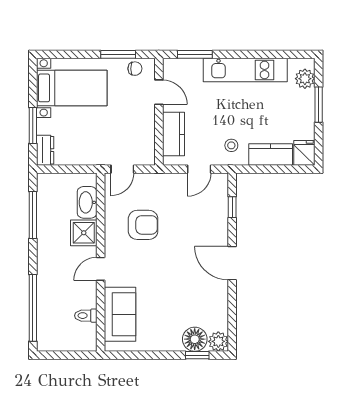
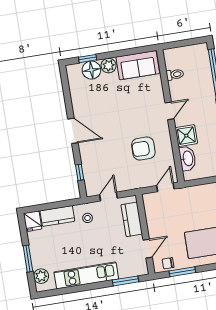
door: (159, 92) -> (148, 249), swing flipped
sofa: (120, 314) -> (138, 65), moved, turned -90
plant: (218, 341) -> (109, 66), moved

